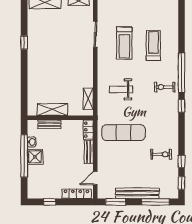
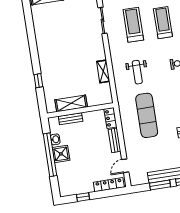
window: (24, 42) -> (38, 81), moved
treadmill: (124, 43) -> (133, 25), turned 180
weight bench: (121, 89) -> (137, 72), turned -90
shelving: (88, 99) -> (103, 71), moved
exercise mat: (124, 133) -> (147, 115), turned 90
window: (116, 202) -> (160, 185), moved

